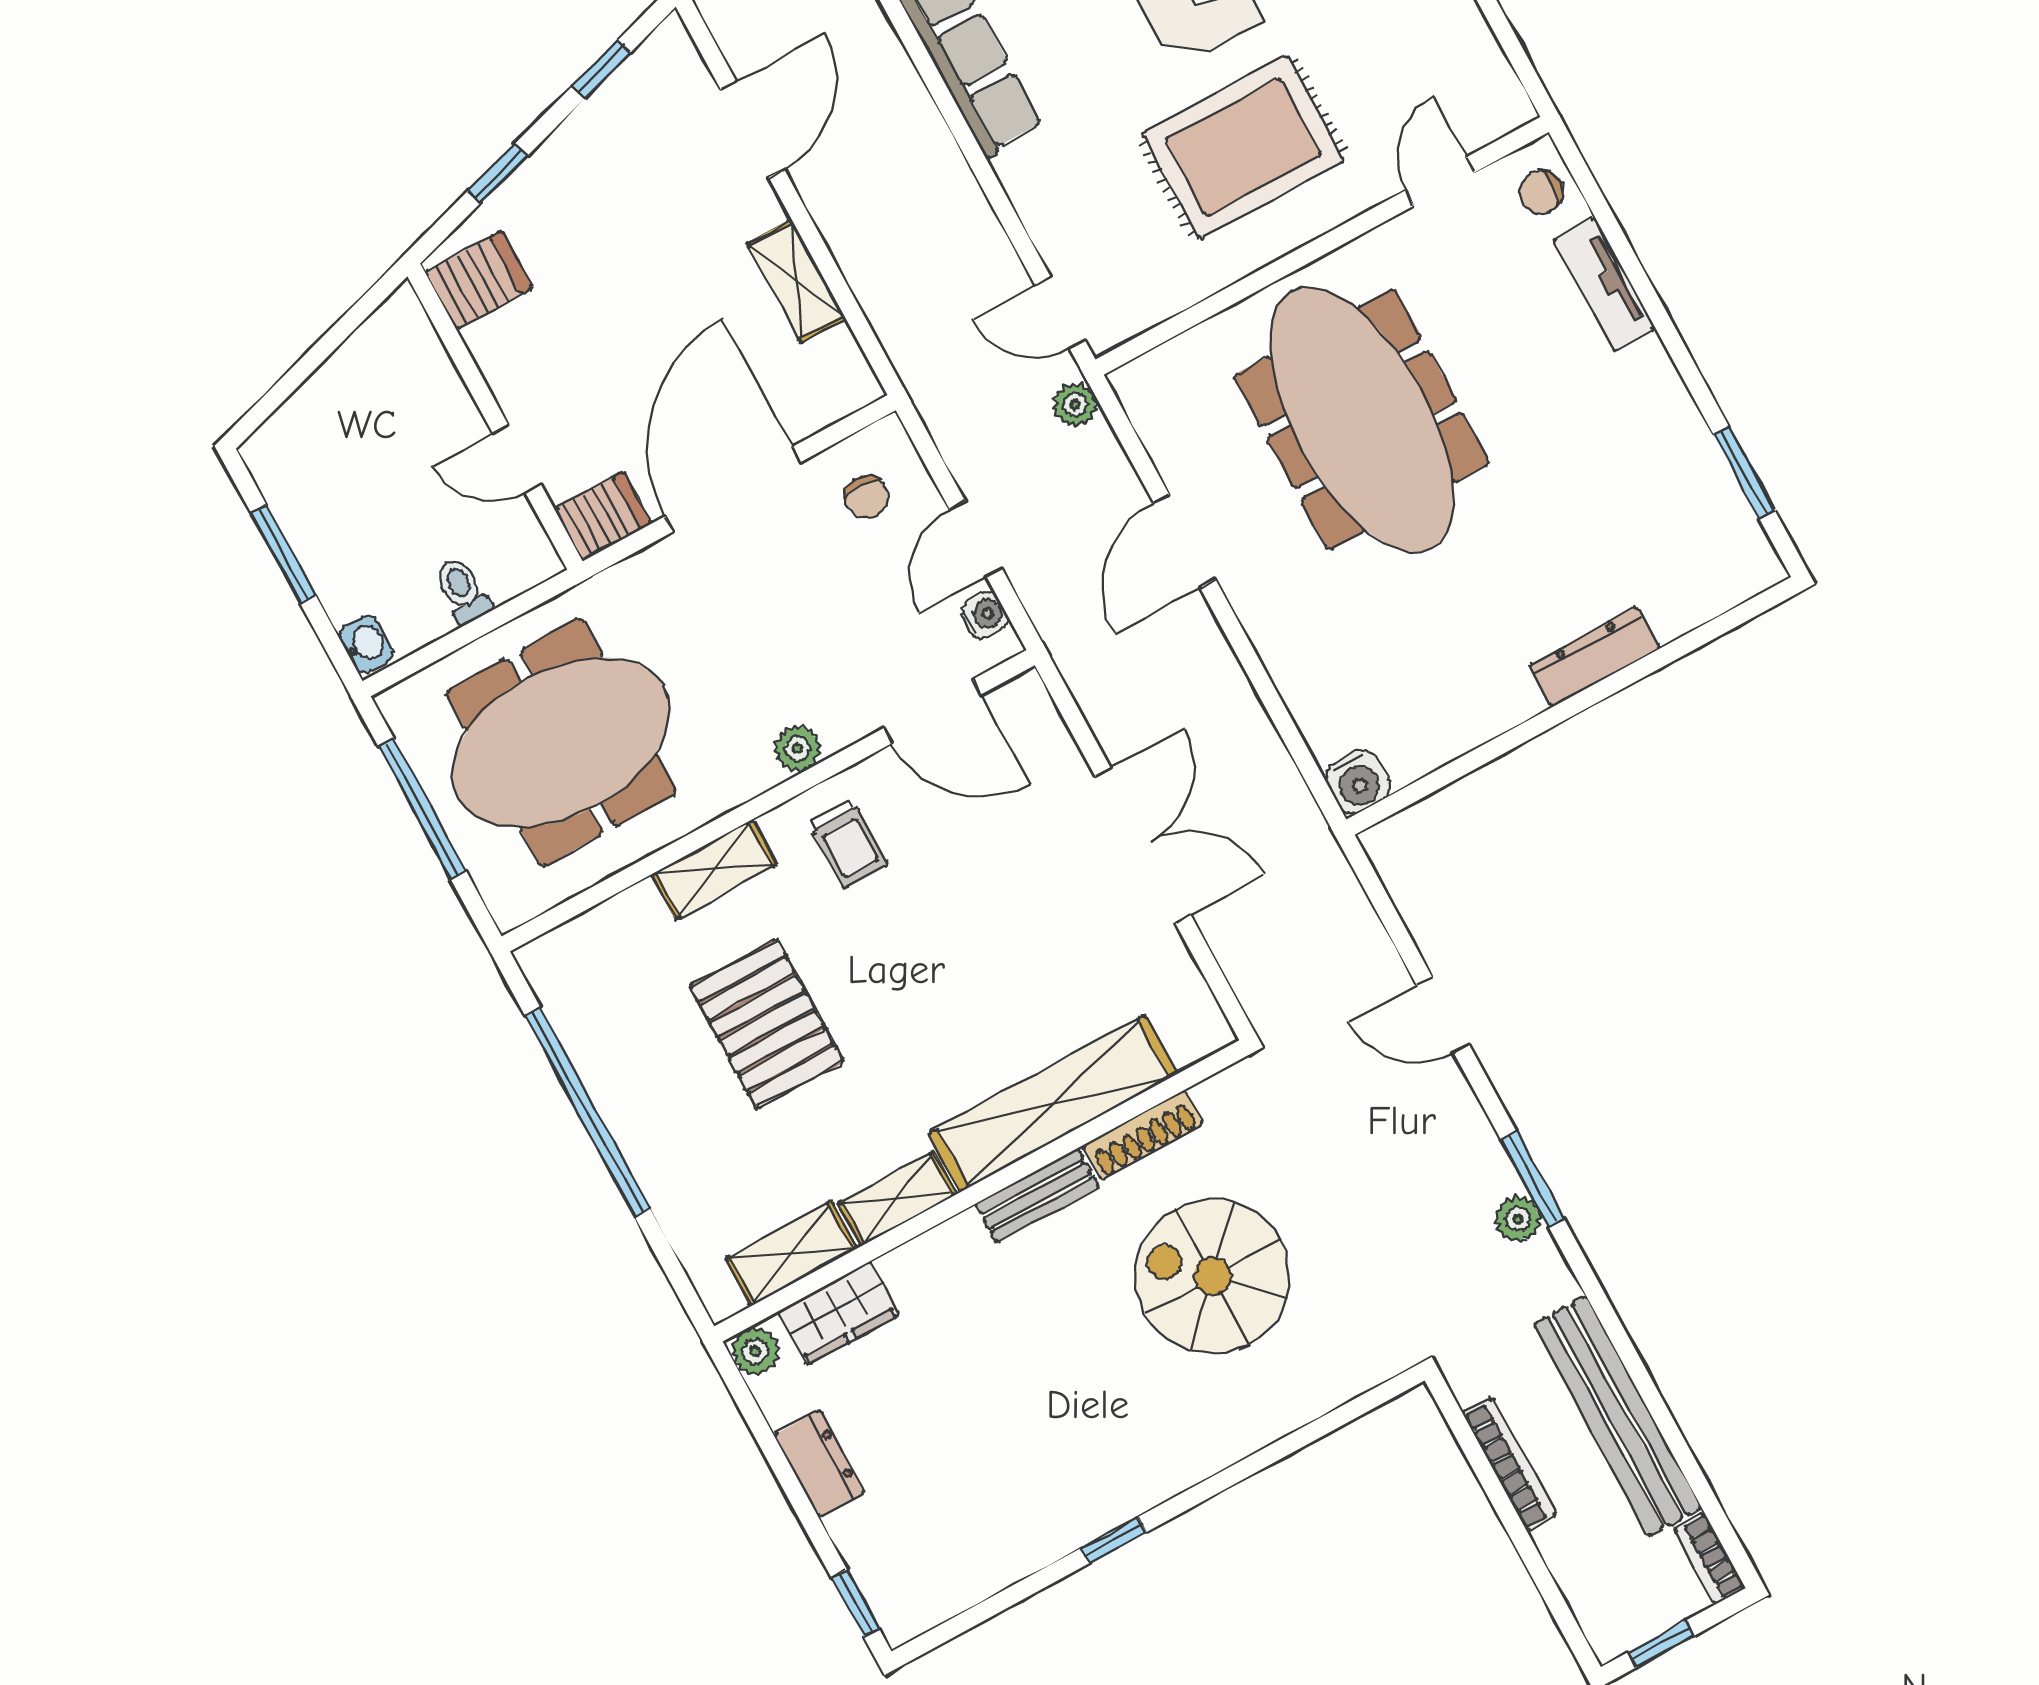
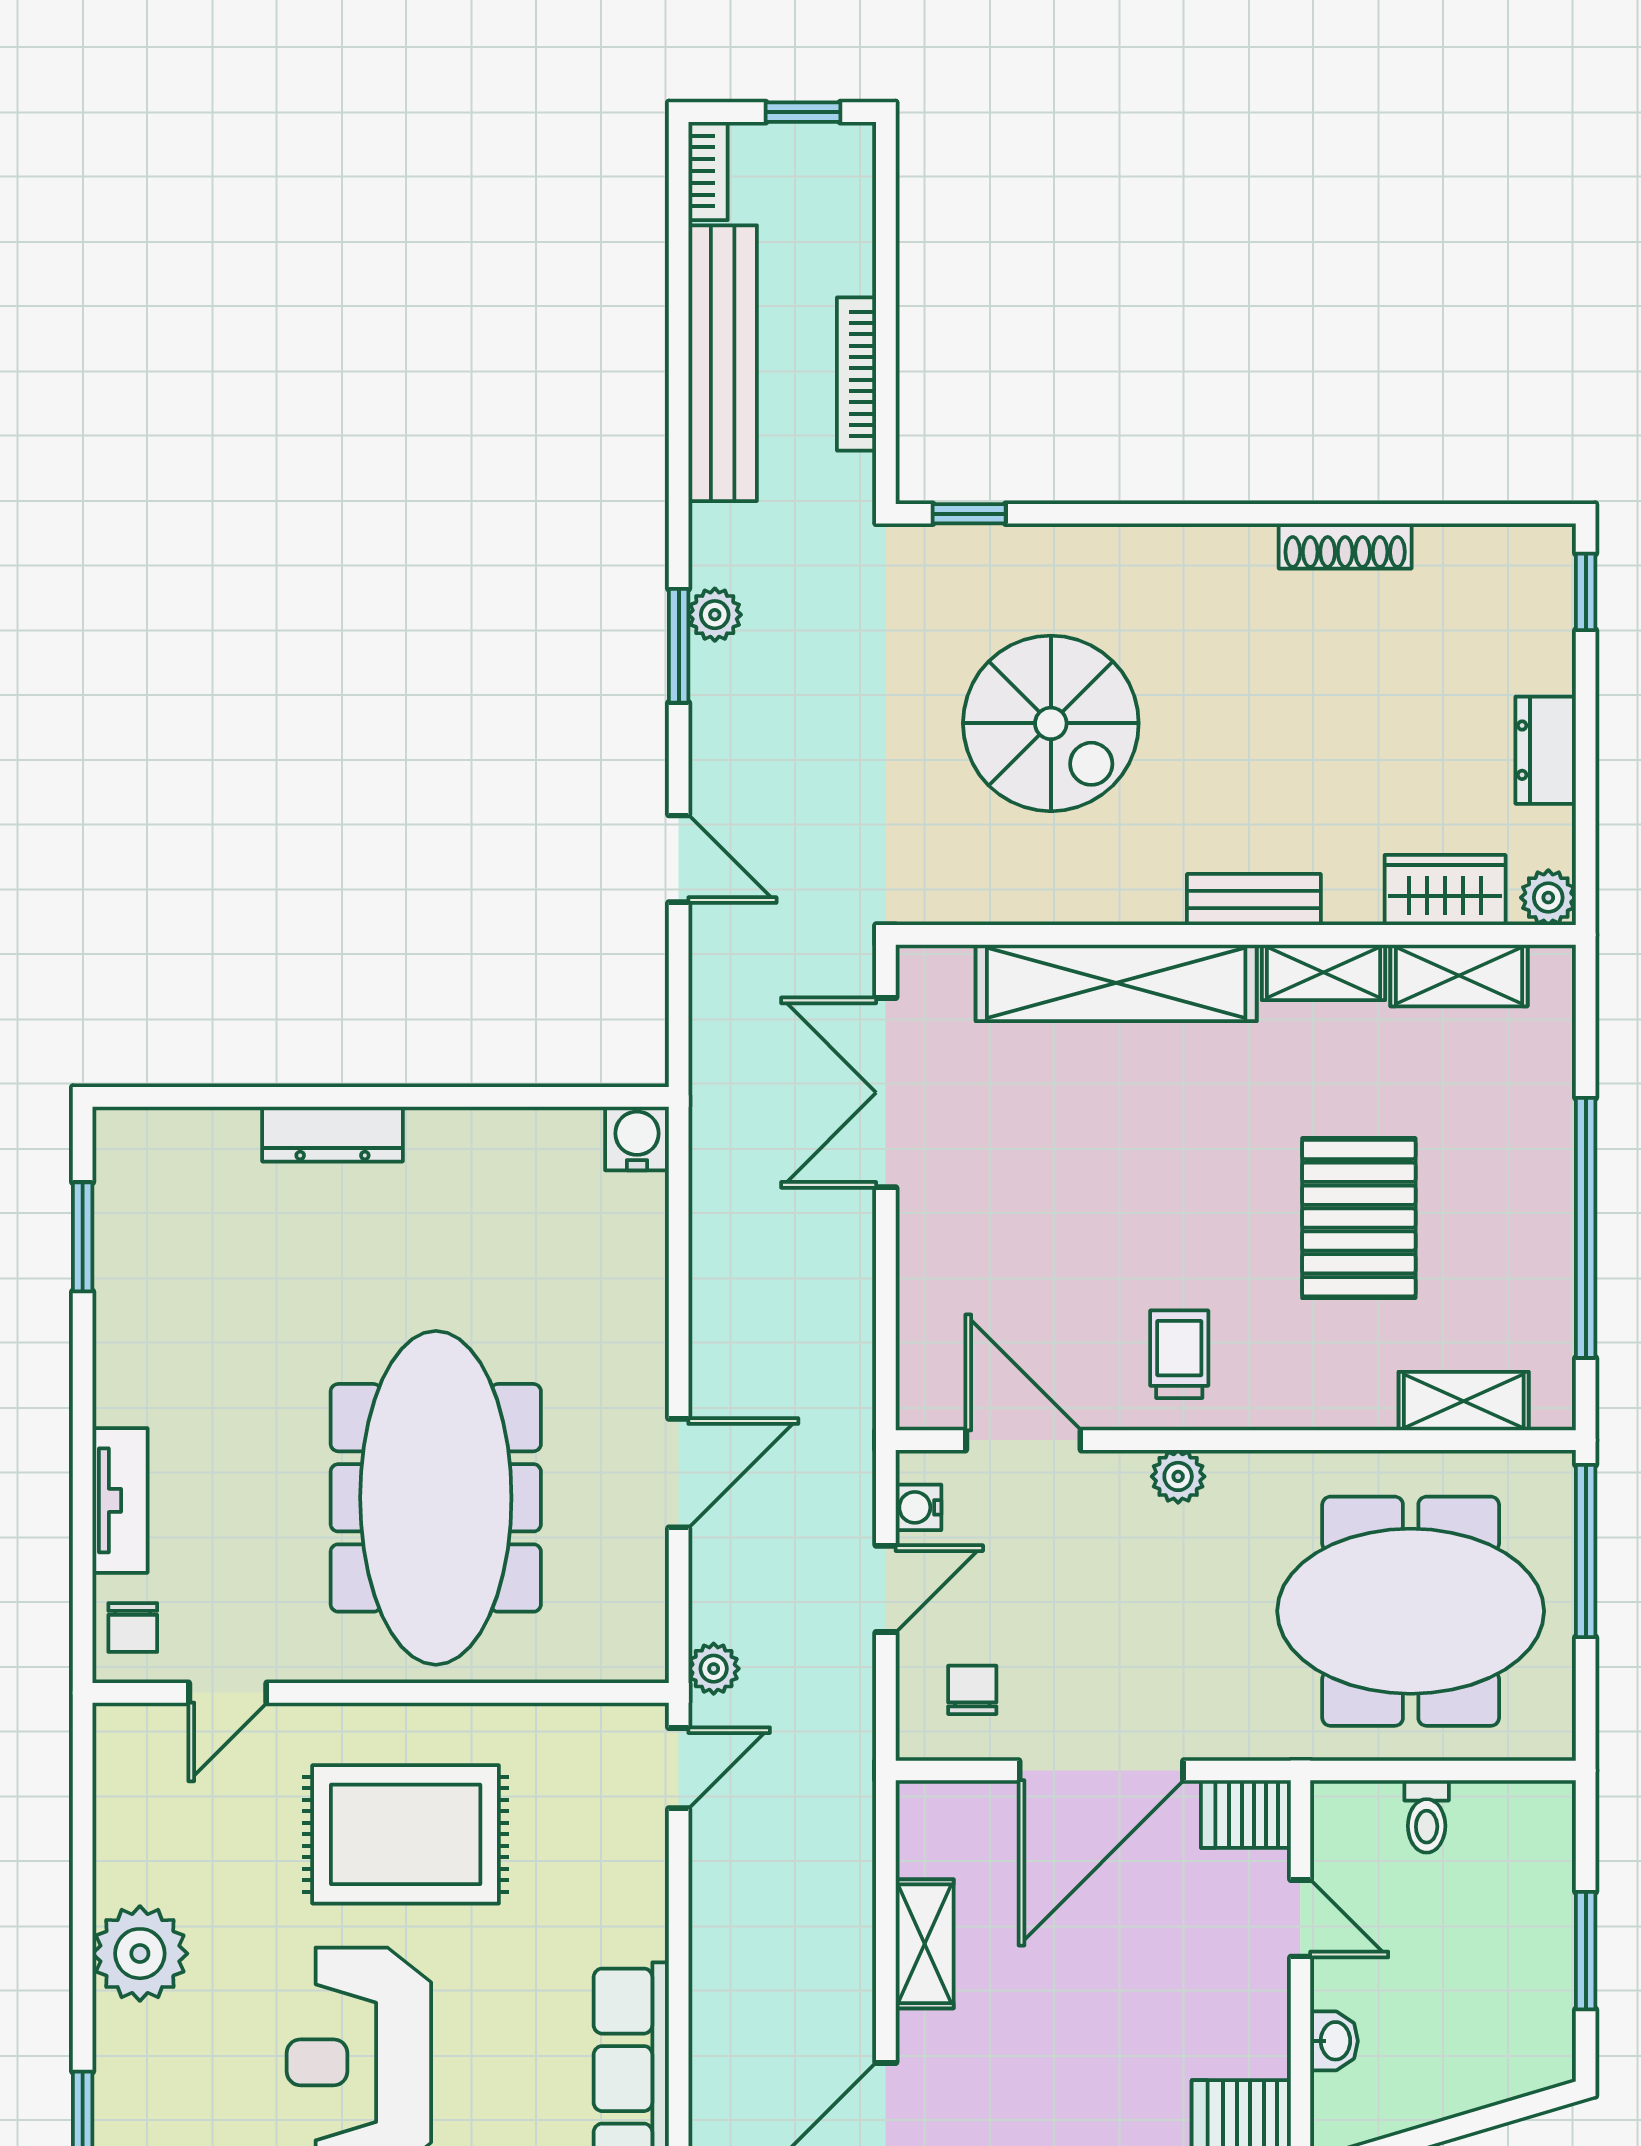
chair: (1541, 192) -> (133, 1627), turned 89
door: (1060, 313) -> (679, 1768), hinge flipped
washbasin: (366, 644) -> (1334, 2041), moved, turned 180
window: (422, 809) -> (1586, 1551), moved
double door: (1143, 846) -> (886, 1093), moved
shelving: (714, 869) -> (1464, 1401), moved
shoe rack: (1143, 1135) -> (1345, 546), moved, turned 180
bench: (1037, 1196) -> (1254, 900), moved
window: (1114, 1540) -> (969, 514), moved

